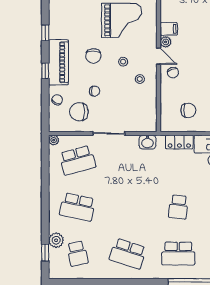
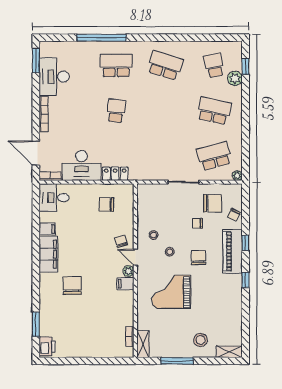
washbasin: (147, 142) -> (146, 174), removed

